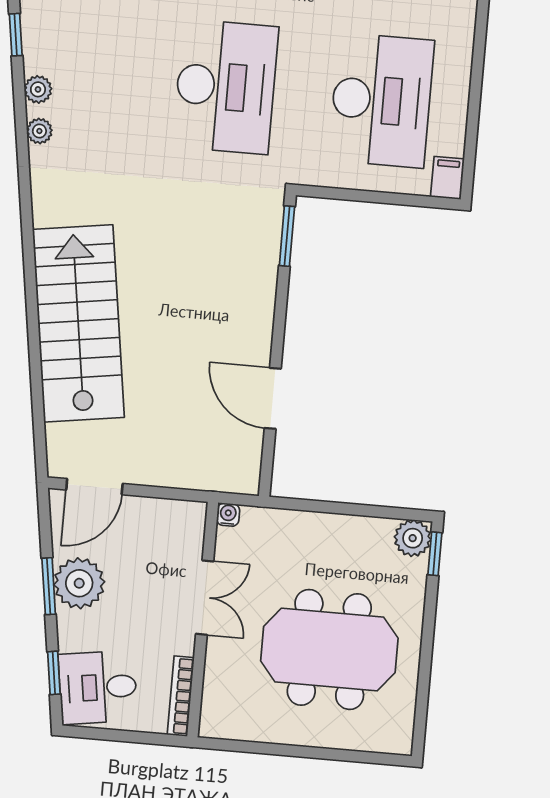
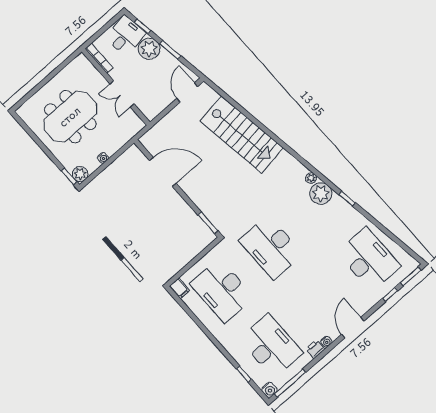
plant: (38, 89) -> (321, 193), width x1.88, depth x1.88
door: (273, 398) -> (163, 172), width x1.36
water cooler: (228, 515) -> (103, 158), moved
plant: (79, 583) -> (149, 49), moved

